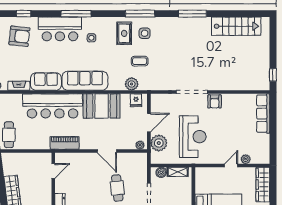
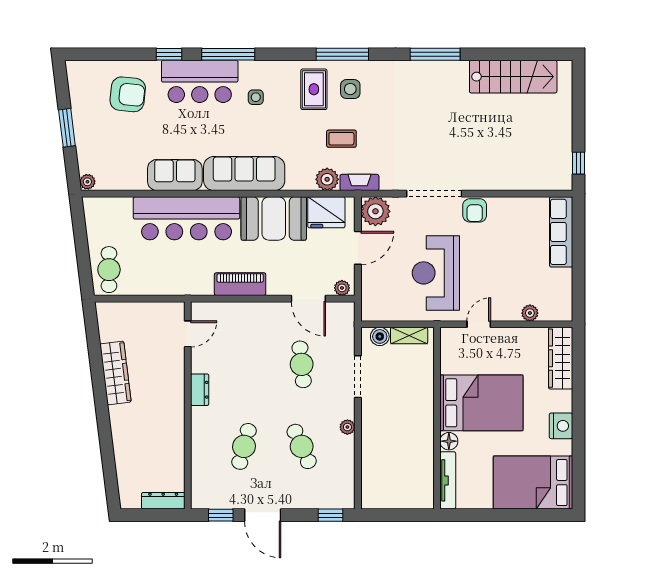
window: (24, 14) -> (169, 54), moved
fireplace: (19, 86) -> (359, 182), moved
fridge: (136, 100) -> (326, 212), width x1.88, depth x1.34
reception desk: (193, 137) -> (436, 273), turned 180
piano: (65, 143) -> (240, 284), moved
plant: (159, 143) -> (375, 211), moved
door: (107, 151) -> (308, 299), moved
door: (231, 165) -> (479, 324), moved

